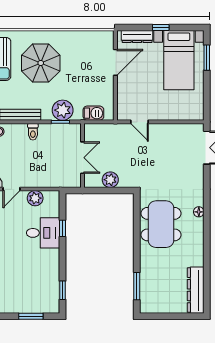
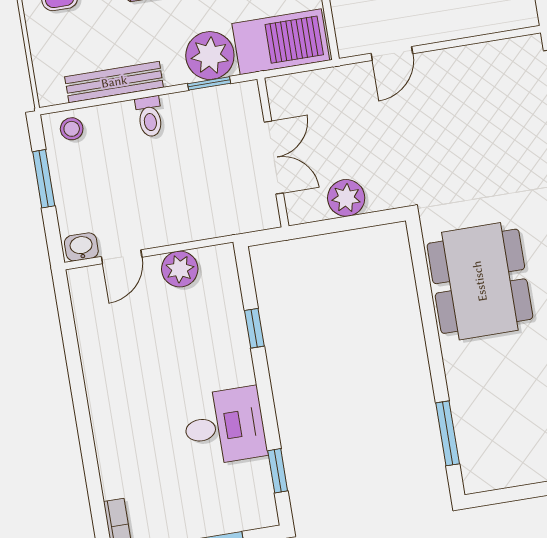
barbecue: (93, 113) -> (281, 42), width x1.88, depth x1.53
door: (140, 122) -> (392, 53), hinge flipped
desk: (43, 233) -> (224, 426), moved

